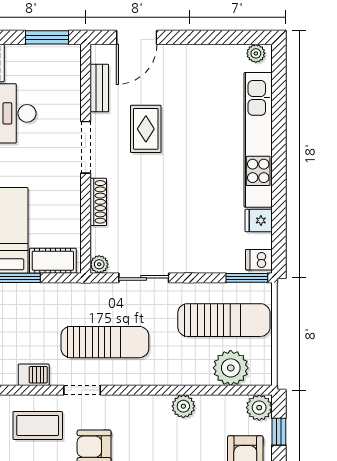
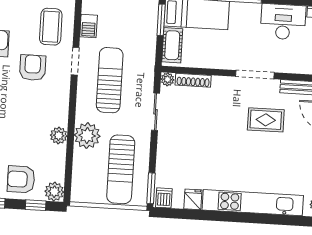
shoe rack: (98, 202) -> (193, 80), moved
sun lounger: (105, 342) -> (110, 80), turned 180
plant: (231, 368) -> (87, 136), moved

